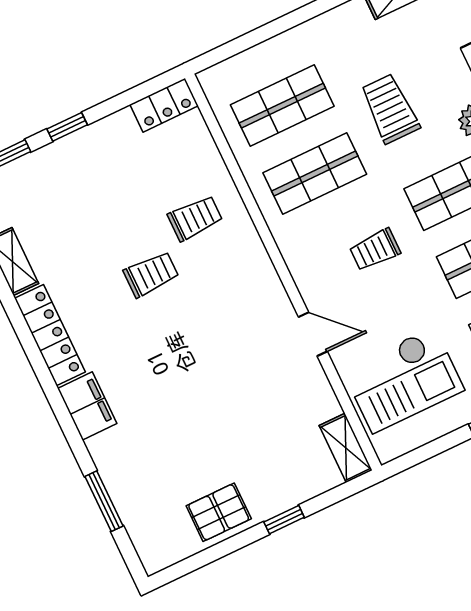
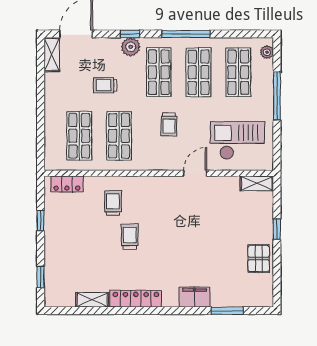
locker: (164, 105) -> (67, 184), moved, turned 90
trolley: (390, 109) -> (105, 85), width x0.73, depth x0.72
window: (67, 127) -> (41, 220), moved
checkout: (403, 380) -> (237, 140), turned -90
filing cabinet: (87, 406) -> (195, 297), moved

